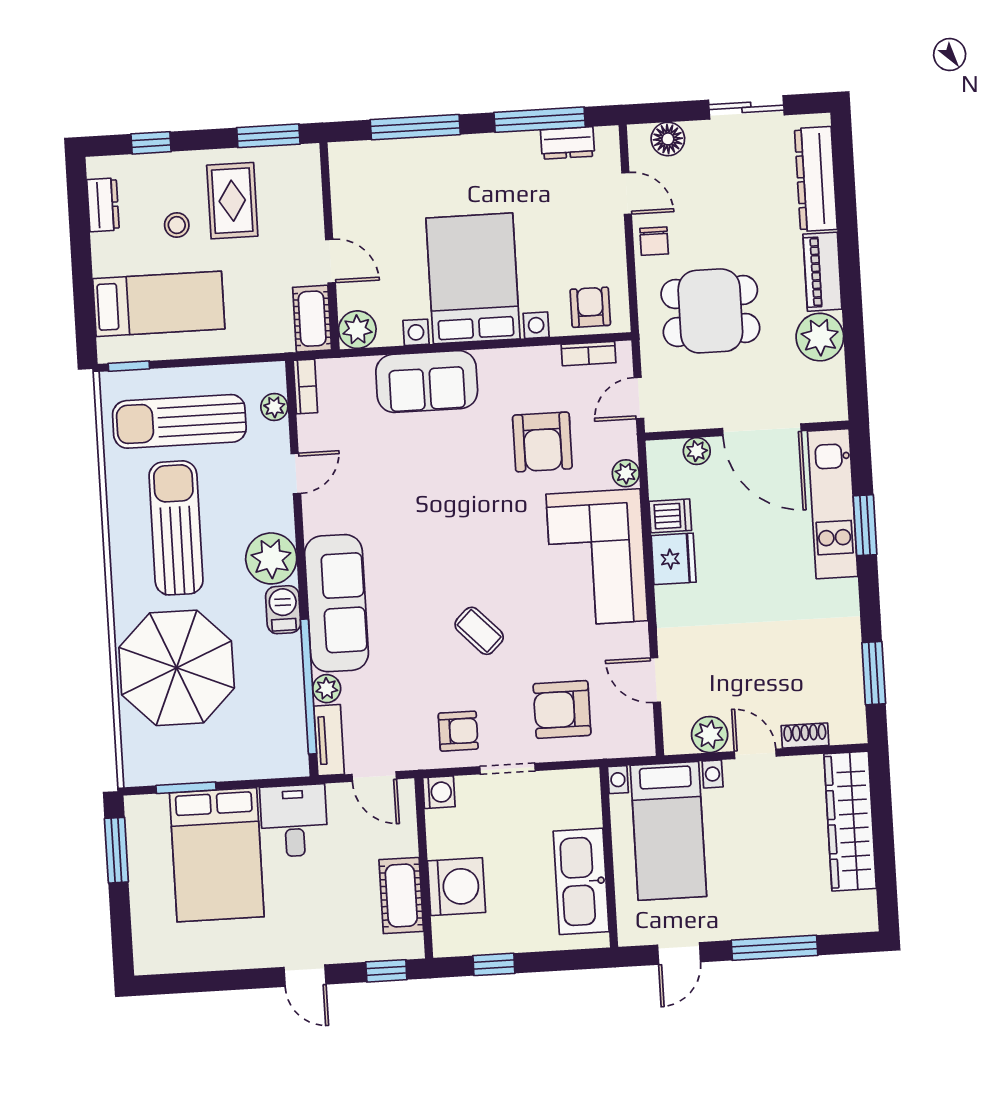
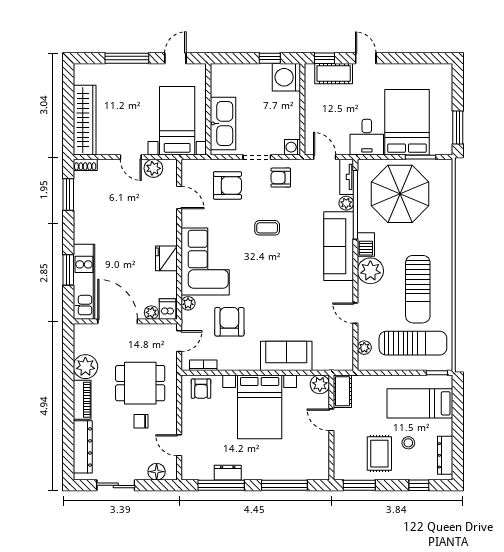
dresser: (568, 143) -> (228, 473), moved
dresser: (103, 205) -> (445, 455), width x1.44
chair: (654, 241) -> (141, 421), moved, turned -90
bookcase: (305, 386) -> (348, 357), removed
door: (296, 474) -> (355, 313), hinge flipped
dishwasher: (670, 516) -> (168, 309), moved, turned 90
coffee table: (479, 631) -> (267, 228), turned -46
parasol: (177, 668) -> (400, 194), moved
shoe rack: (805, 736) -> (85, 165), moved
kitchen sink: (581, 881) -> (223, 123), moved
washing machine: (457, 887) -> (286, 77), moved
cot: (401, 896) -> (334, 74), moved, turned 90

